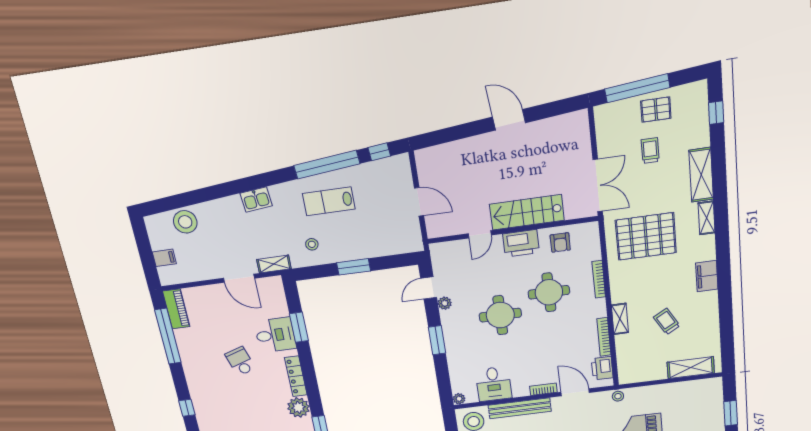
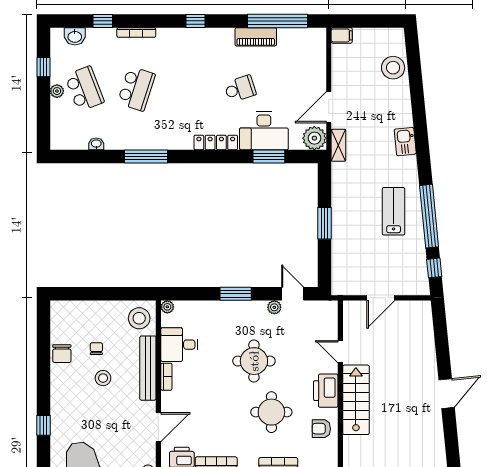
stool: (312, 244) -> (353, 187), removed
filing cabinet: (164, 258) -> (342, 35), moved, turned -90
piano: (176, 309) -> (256, 37), moved
desk: (275, 335) -> (264, 131), width x1.37
bookcase: (543, 389) -> (166, 377), moved
plant: (298, 407) -> (314, 138), moved

